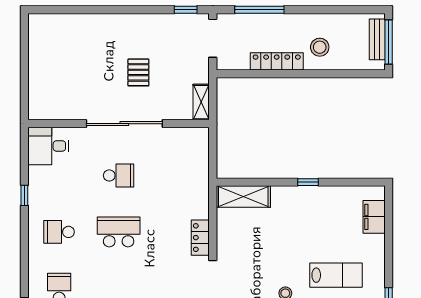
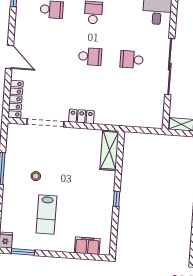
school desk: (119, 175) -> (132, 59), turned 90
school desk: (119, 232) -> (90, 56), width x0.54

